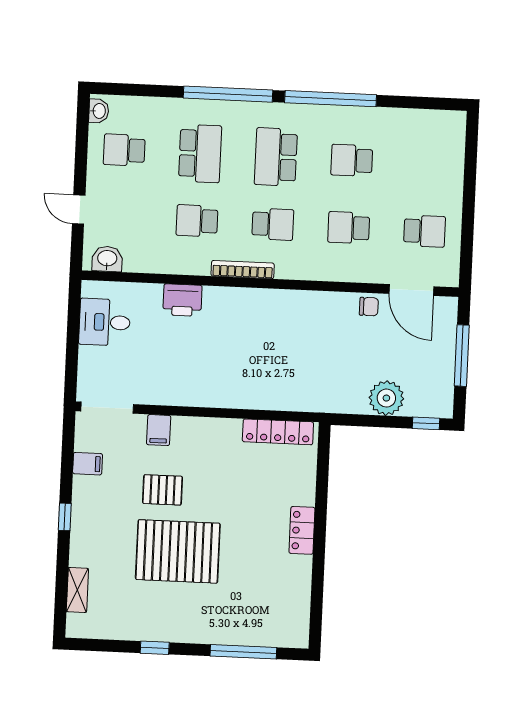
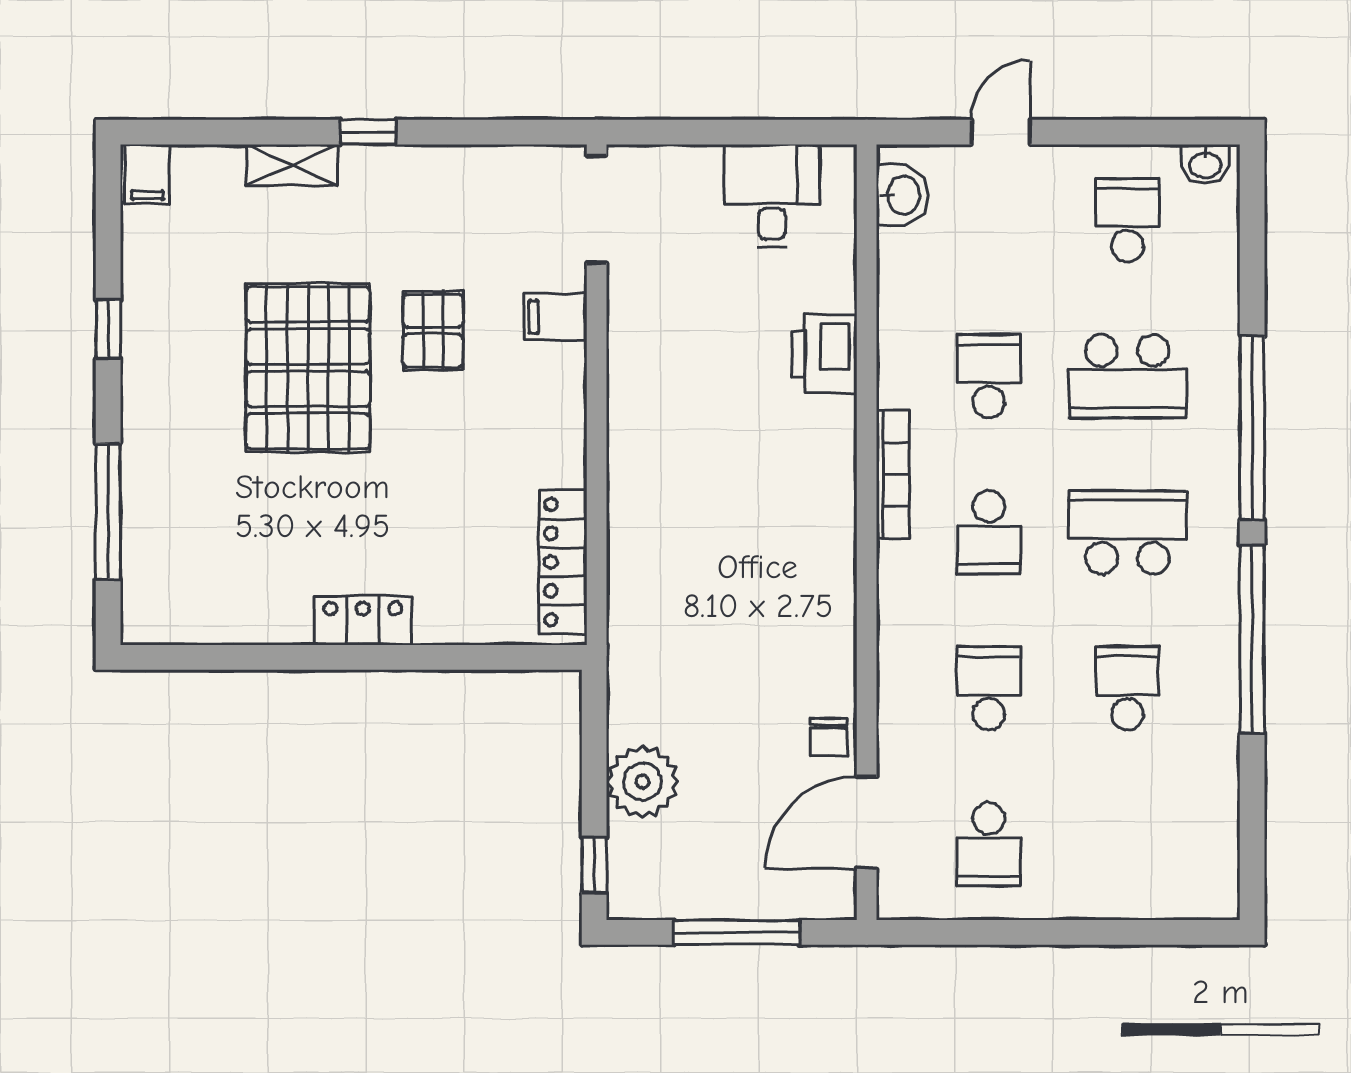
filing cabinet: (88, 464) -> (147, 174), moved
shelving: (77, 590) -> (292, 165), moved

